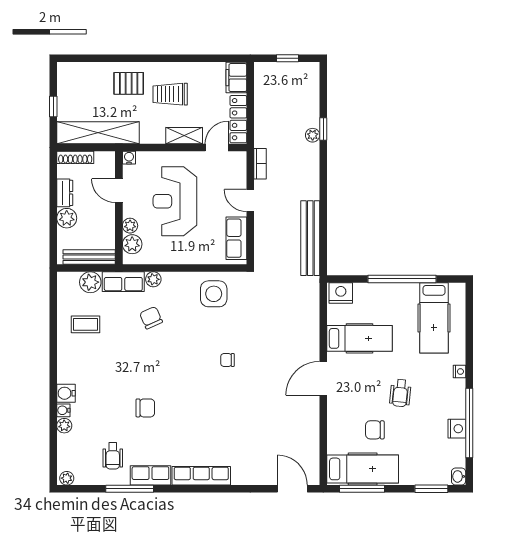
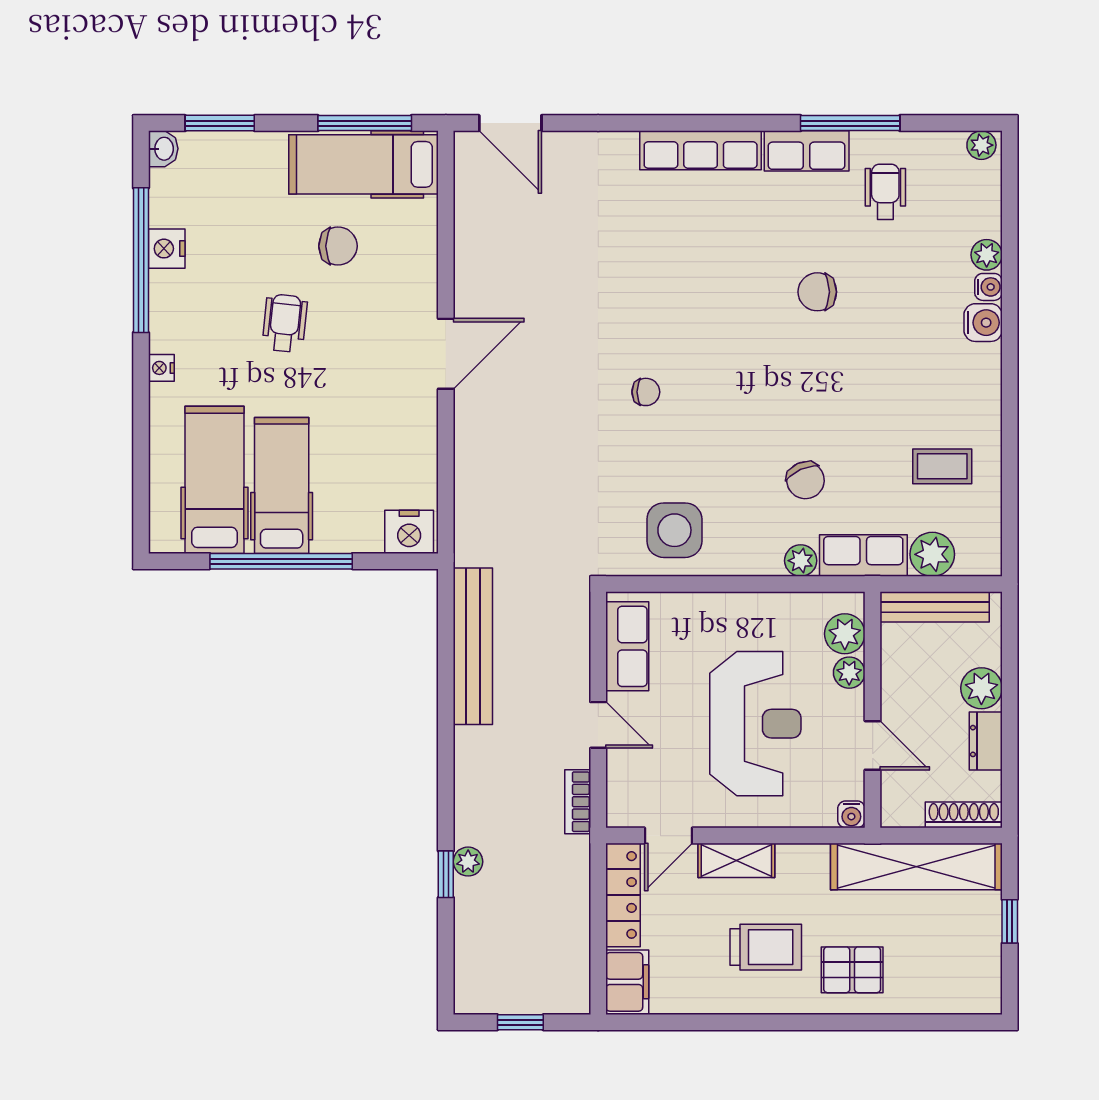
hospital bed: (359, 338) -> (282, 485), moved, turned 90

